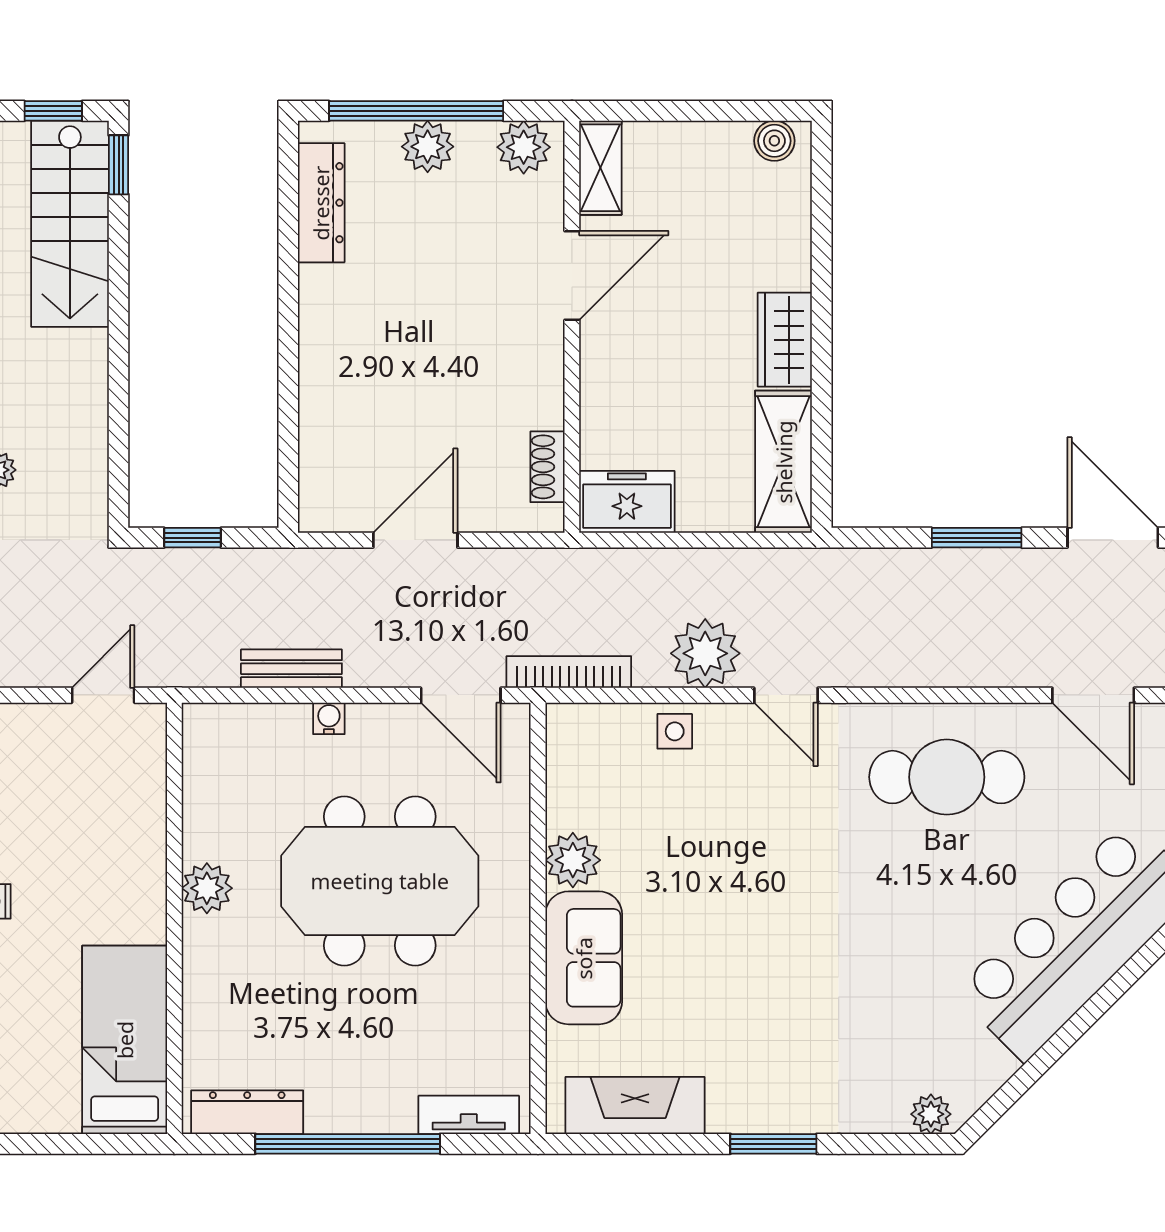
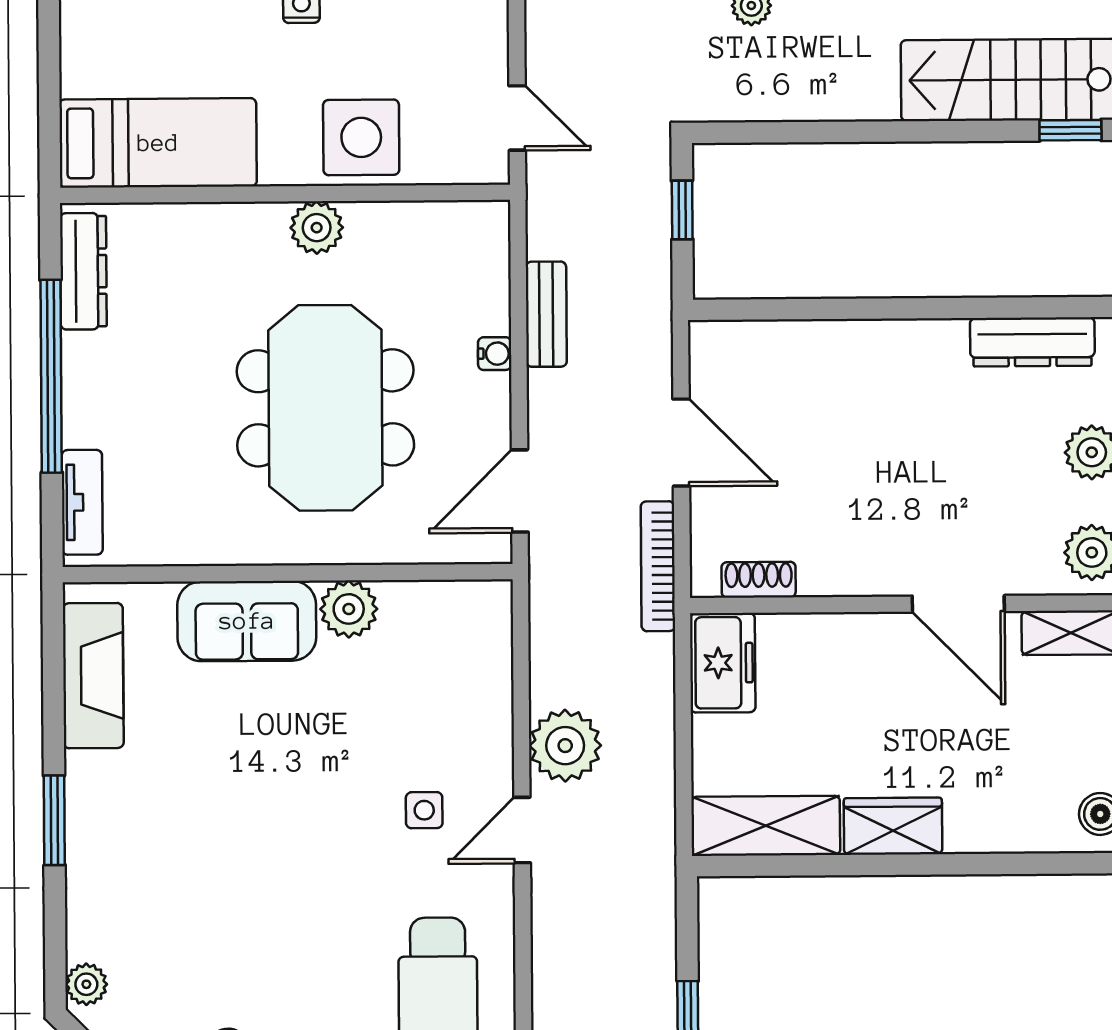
bookcase: (569, 672) -> (658, 566), moved, turned 180
side table: (675, 731) -> (424, 810), moved
side table: (121, 845) -> (361, 137), added

